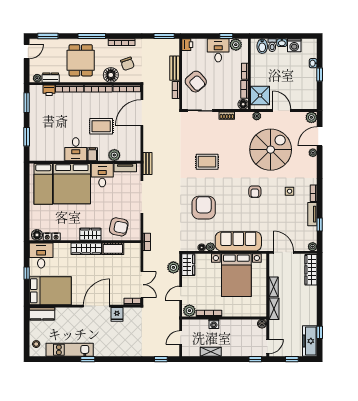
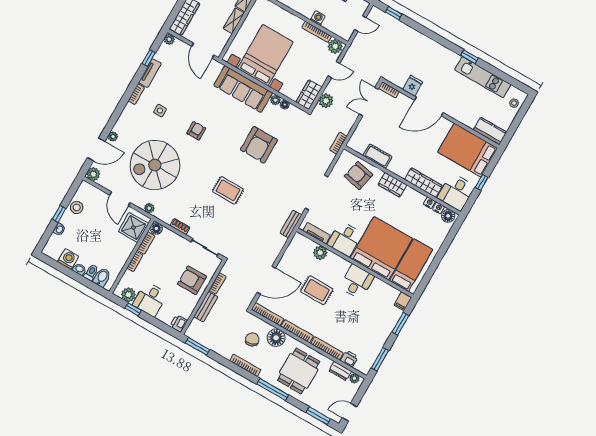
armchair: (196, 82) -> (192, 280), turned -49
stool: (310, 86) -> (77, 207), added
filing cabinet: (92, 154) -> (403, 301), moved
wardrobe: (86, 249) -> (423, 183), moved

